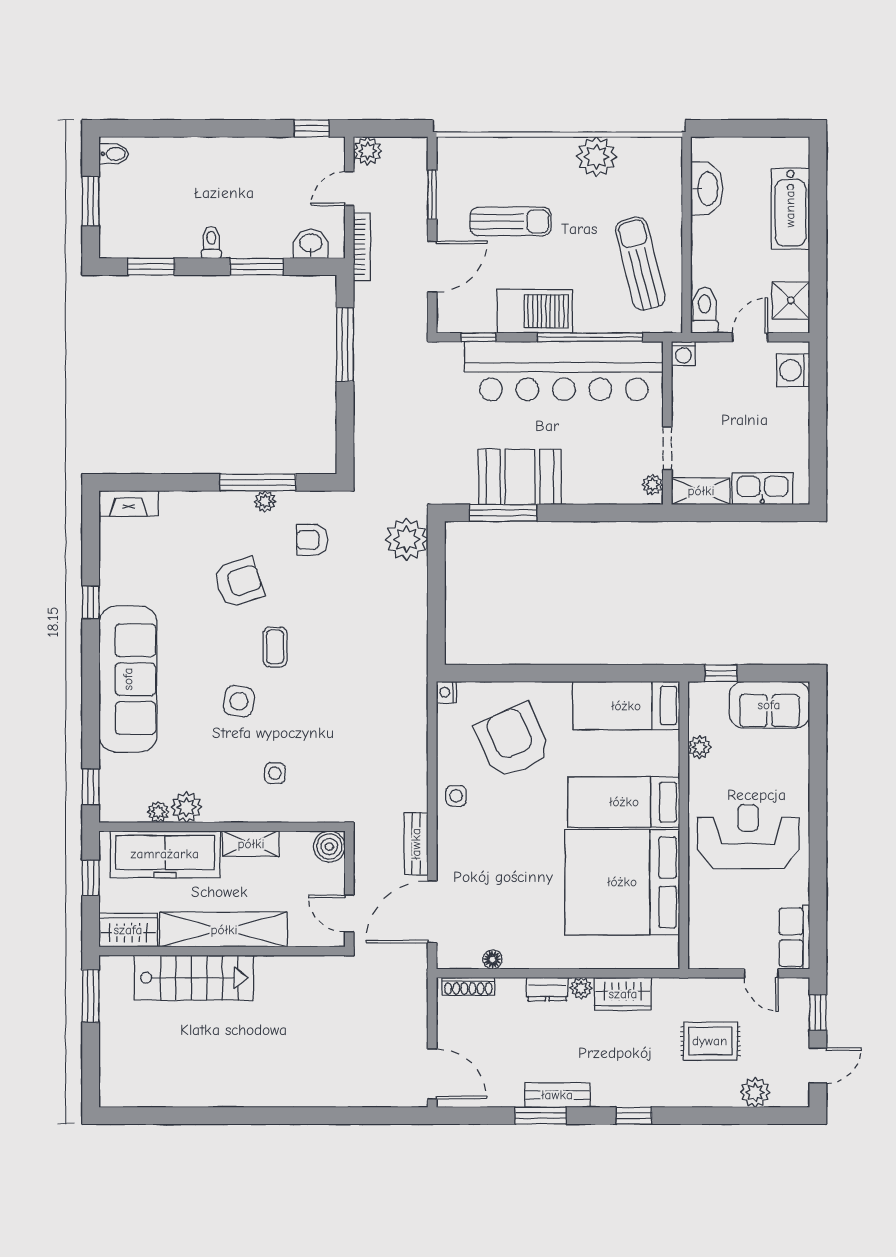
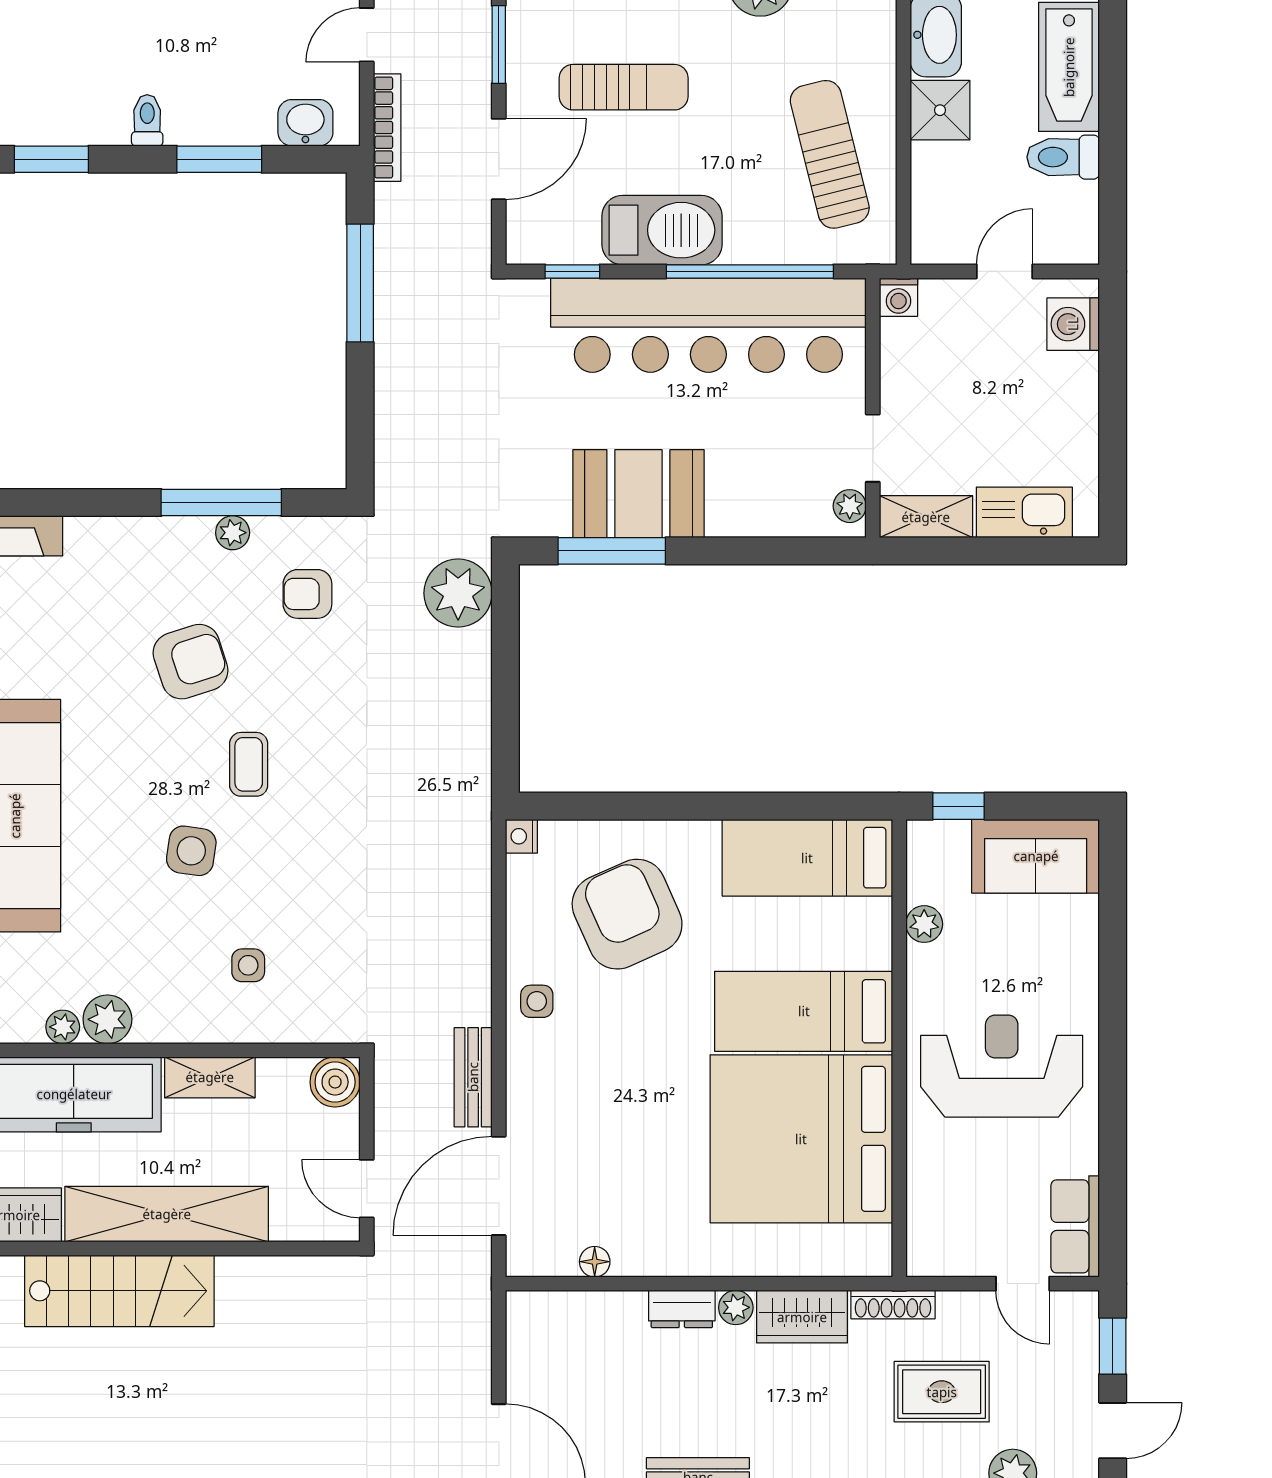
shower: (791, 300) -> (940, 110), moved
toilet: (705, 310) -> (1063, 157), moved, turned -90
shoe rack: (468, 986) -> (893, 1305), moved

